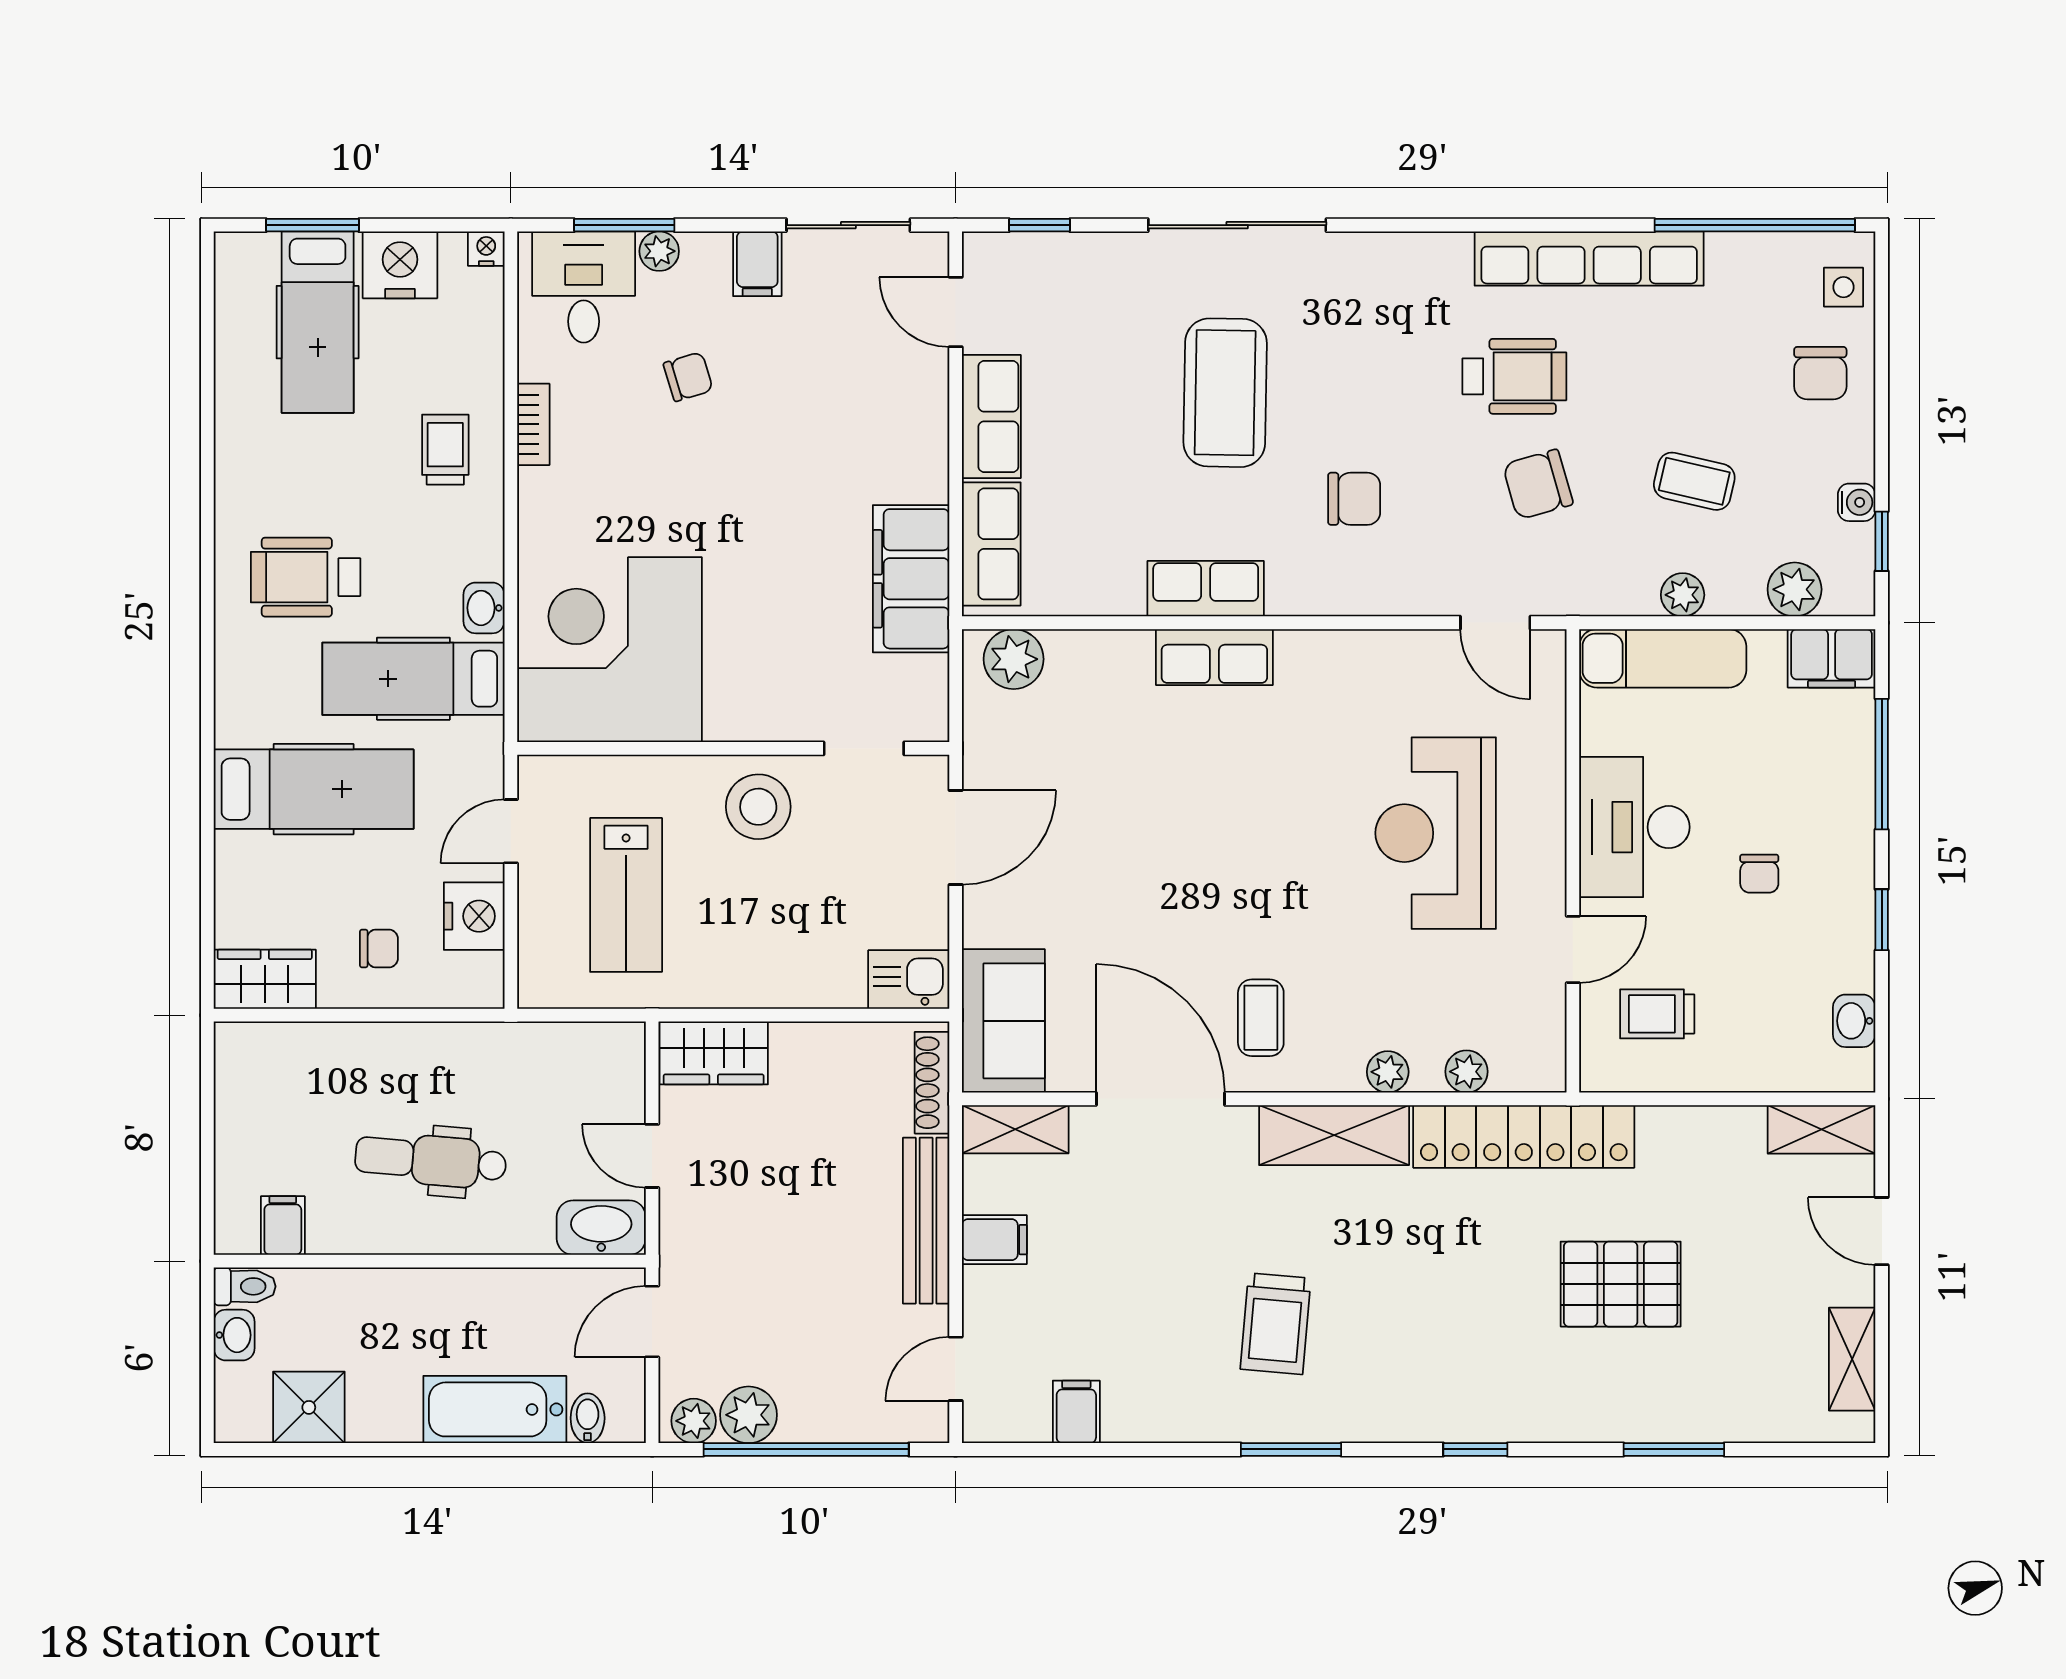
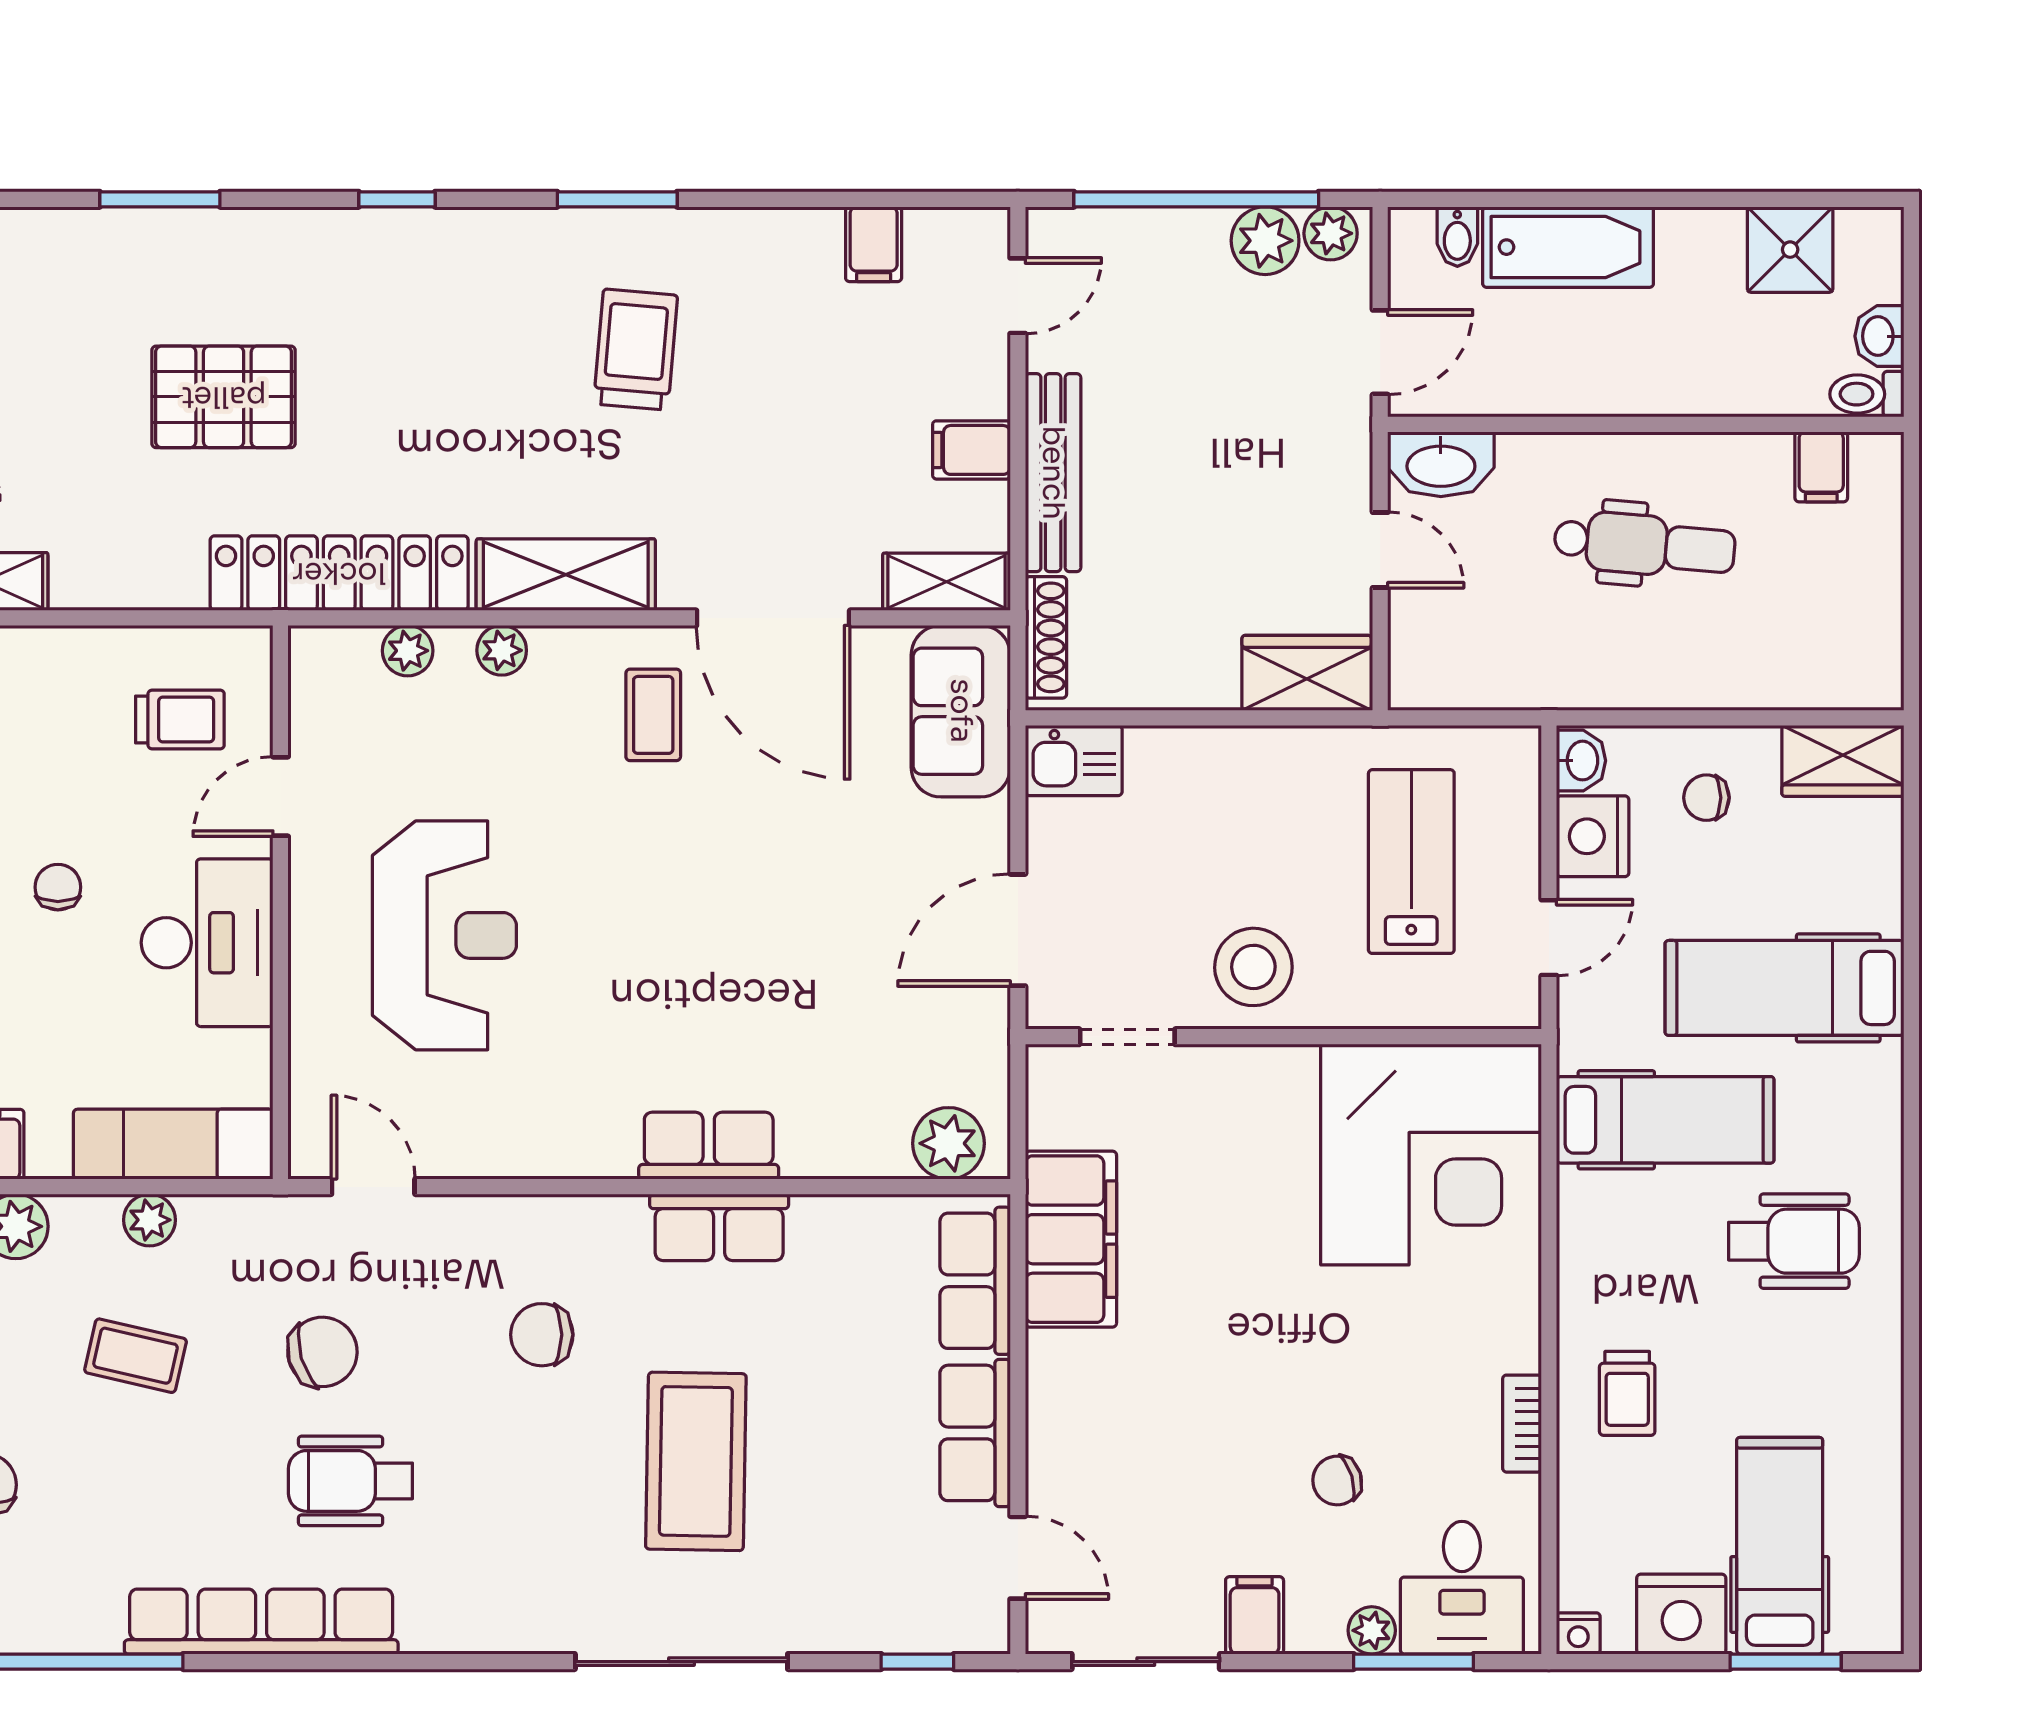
washbasin: (484, 608) -> (1581, 761), moved

